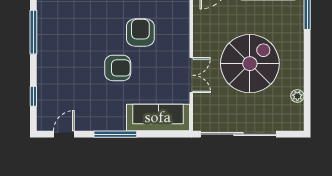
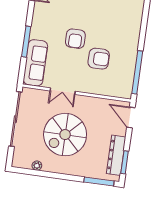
spiral stairs: (250, 64) -> (65, 135), turned 90
window: (115, 134) -> (26, 42), moved

